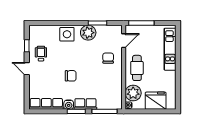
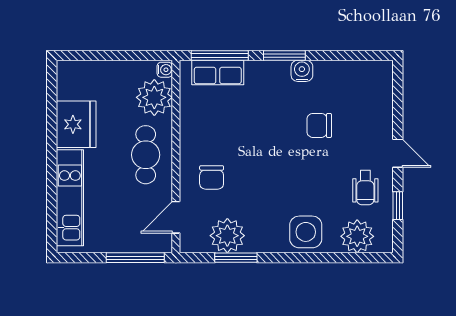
plant: (44, 32) -> (357, 236), added
plant: (88, 33) -> (227, 236), moved
chair: (71, 76) -> (319, 125), moved
fridge: (156, 101) -> (76, 124), moved, turned -90
row of seats: (46, 104) -> (353, 73), removed
row of seats: (85, 104) -> (218, 73), moved

